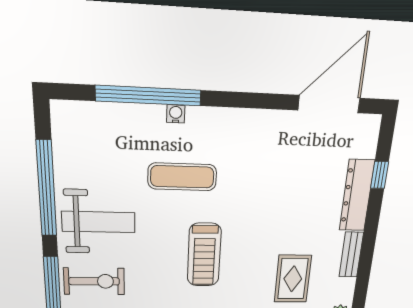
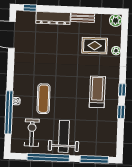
window: (379, 175) -> (30, 8), moved
treadmill: (204, 255) -> (97, 92), moved, turned -90
exercise bike: (94, 281) -> (32, 133), moved

